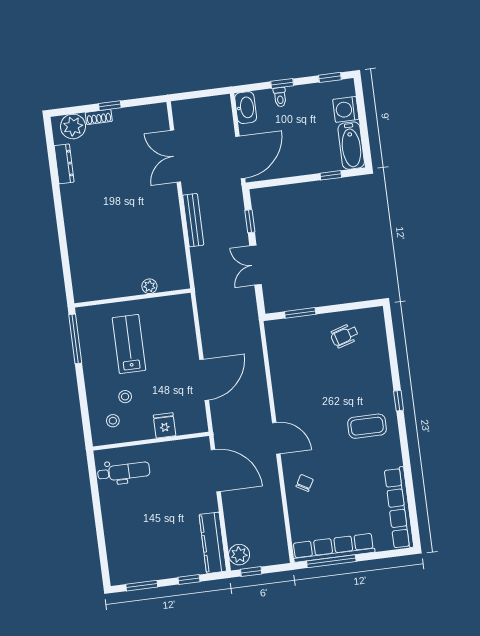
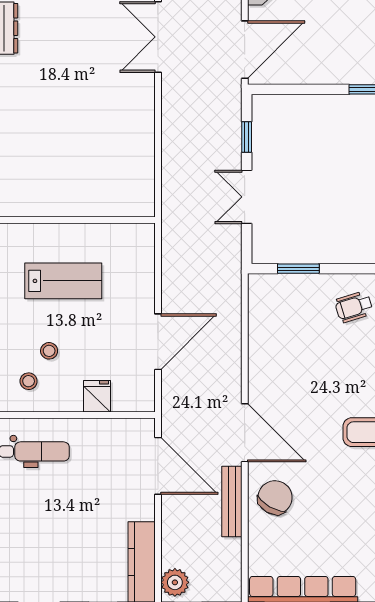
bench: (193, 220) -> (232, 502), moved
plant: (149, 286) -> (101, 207), removed
lab bench: (129, 344) -> (63, 281), turned 90
door: (276, 438) -> (245, 433), width x1.36
chair: (305, 483) -> (275, 498), width x1.87, depth x1.87

